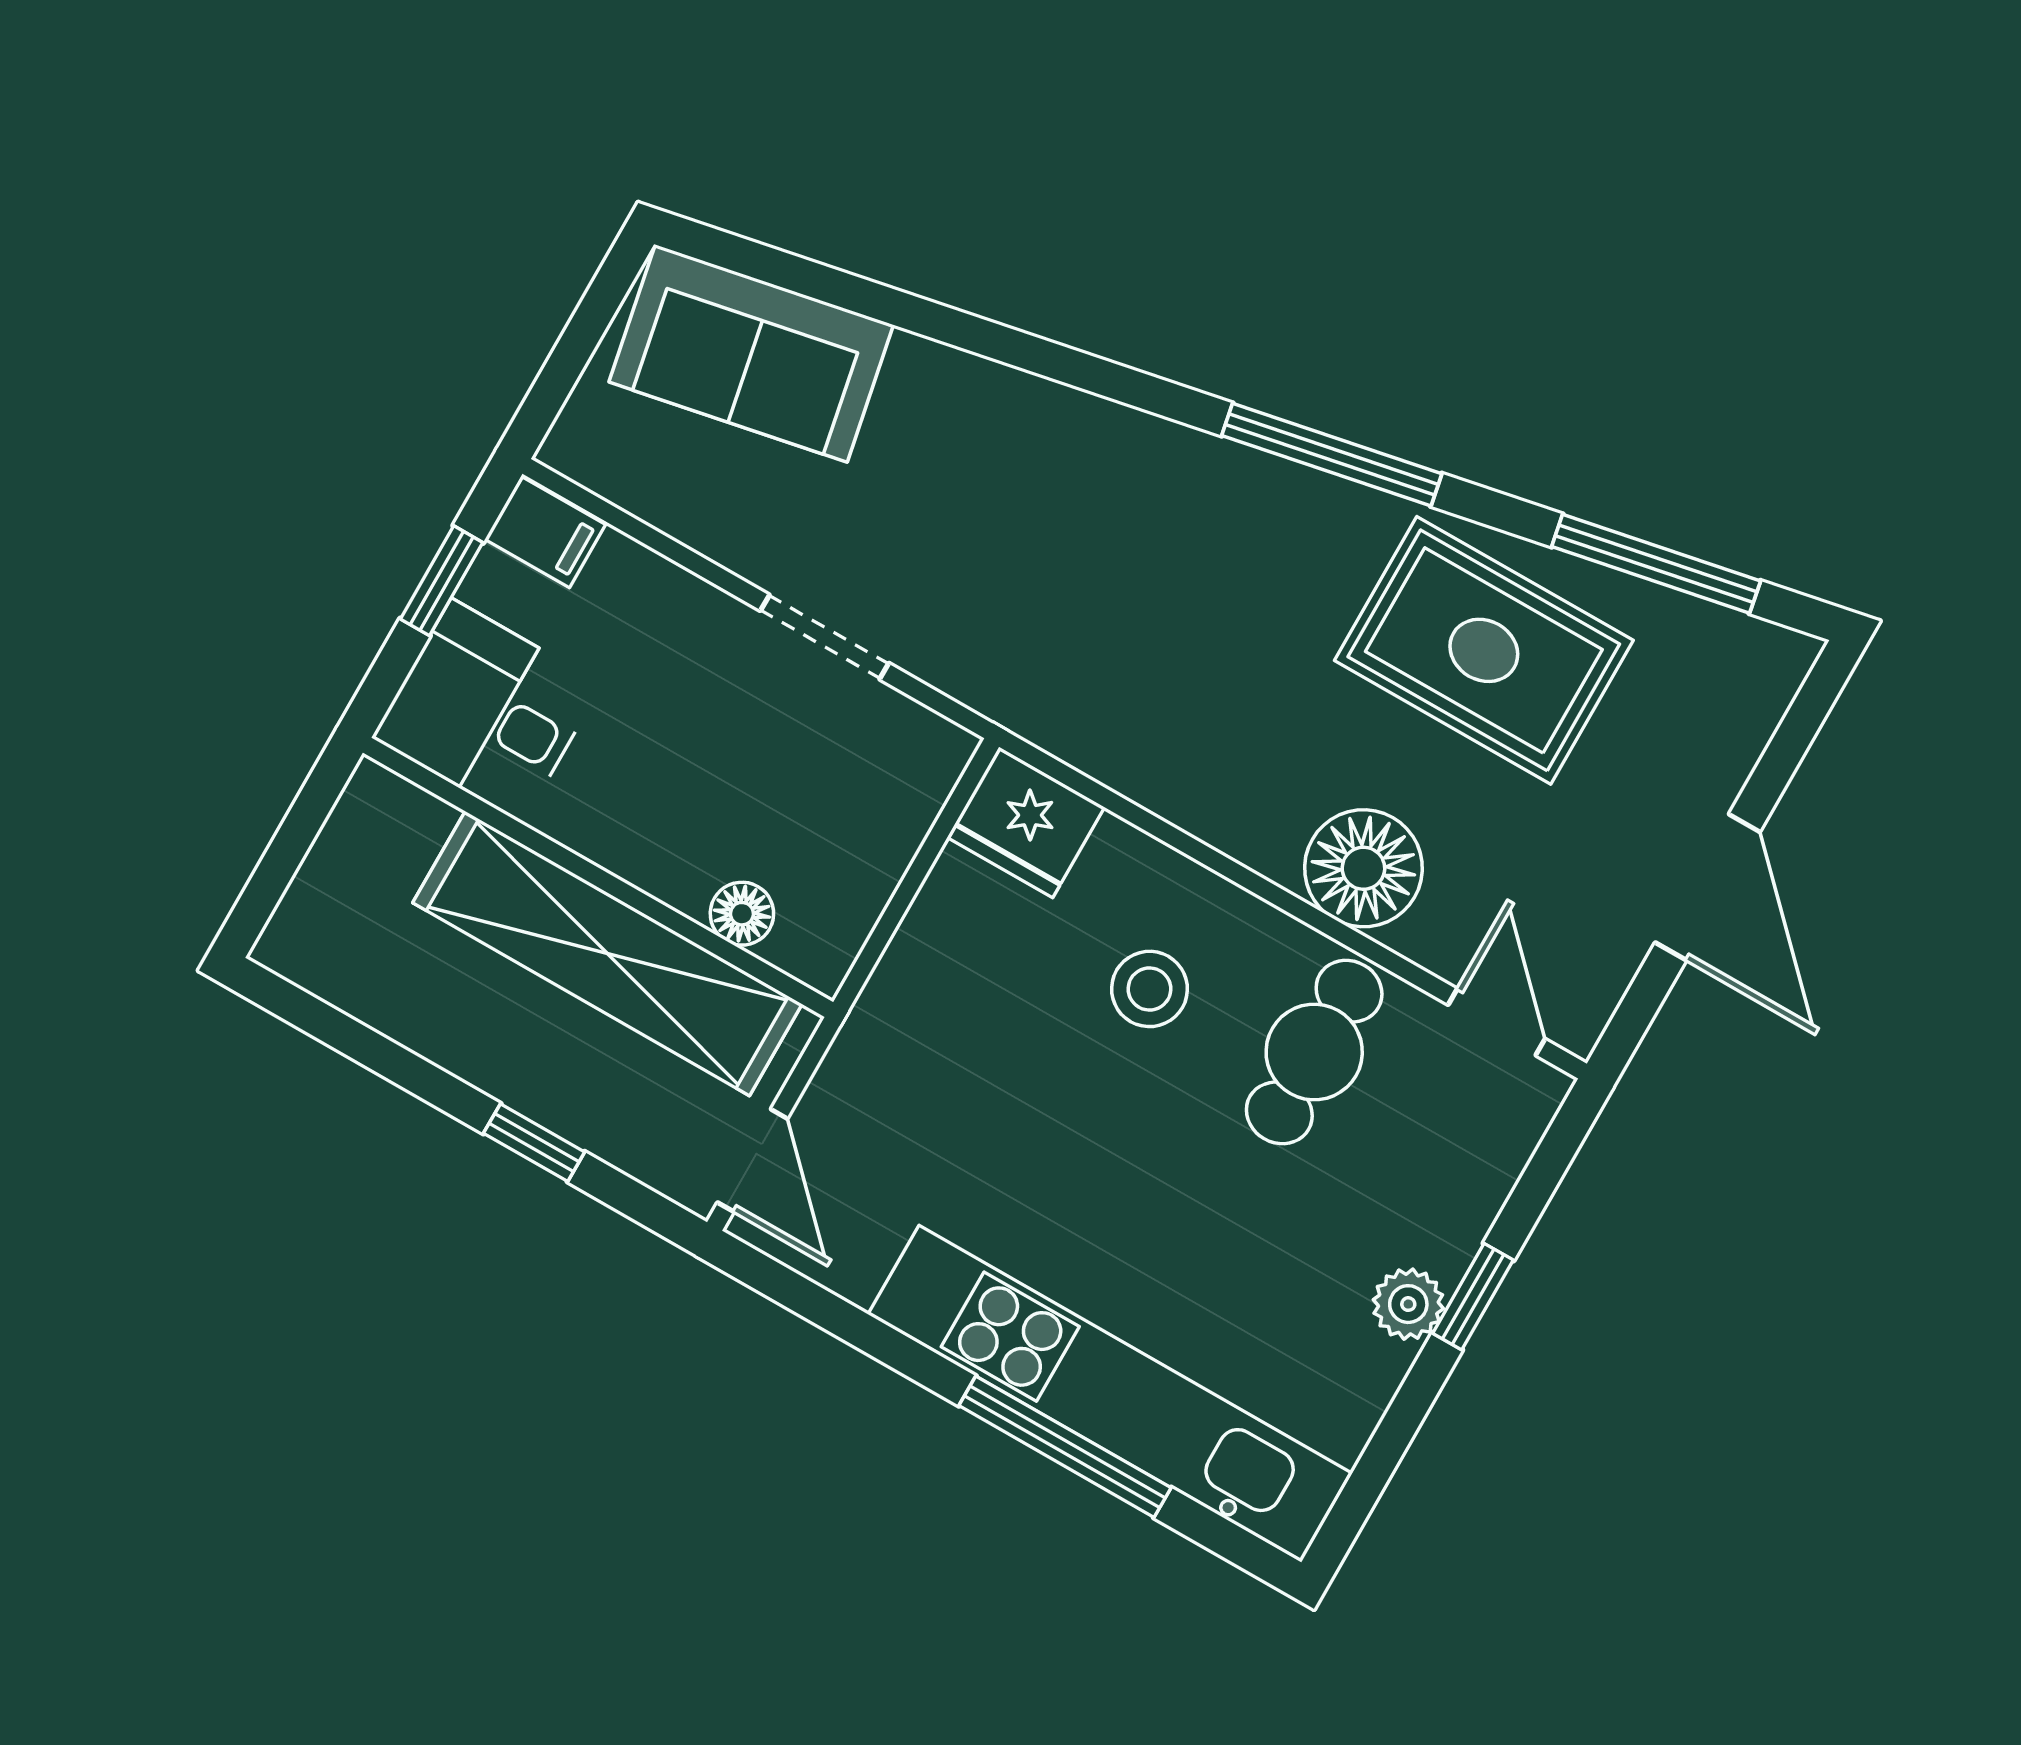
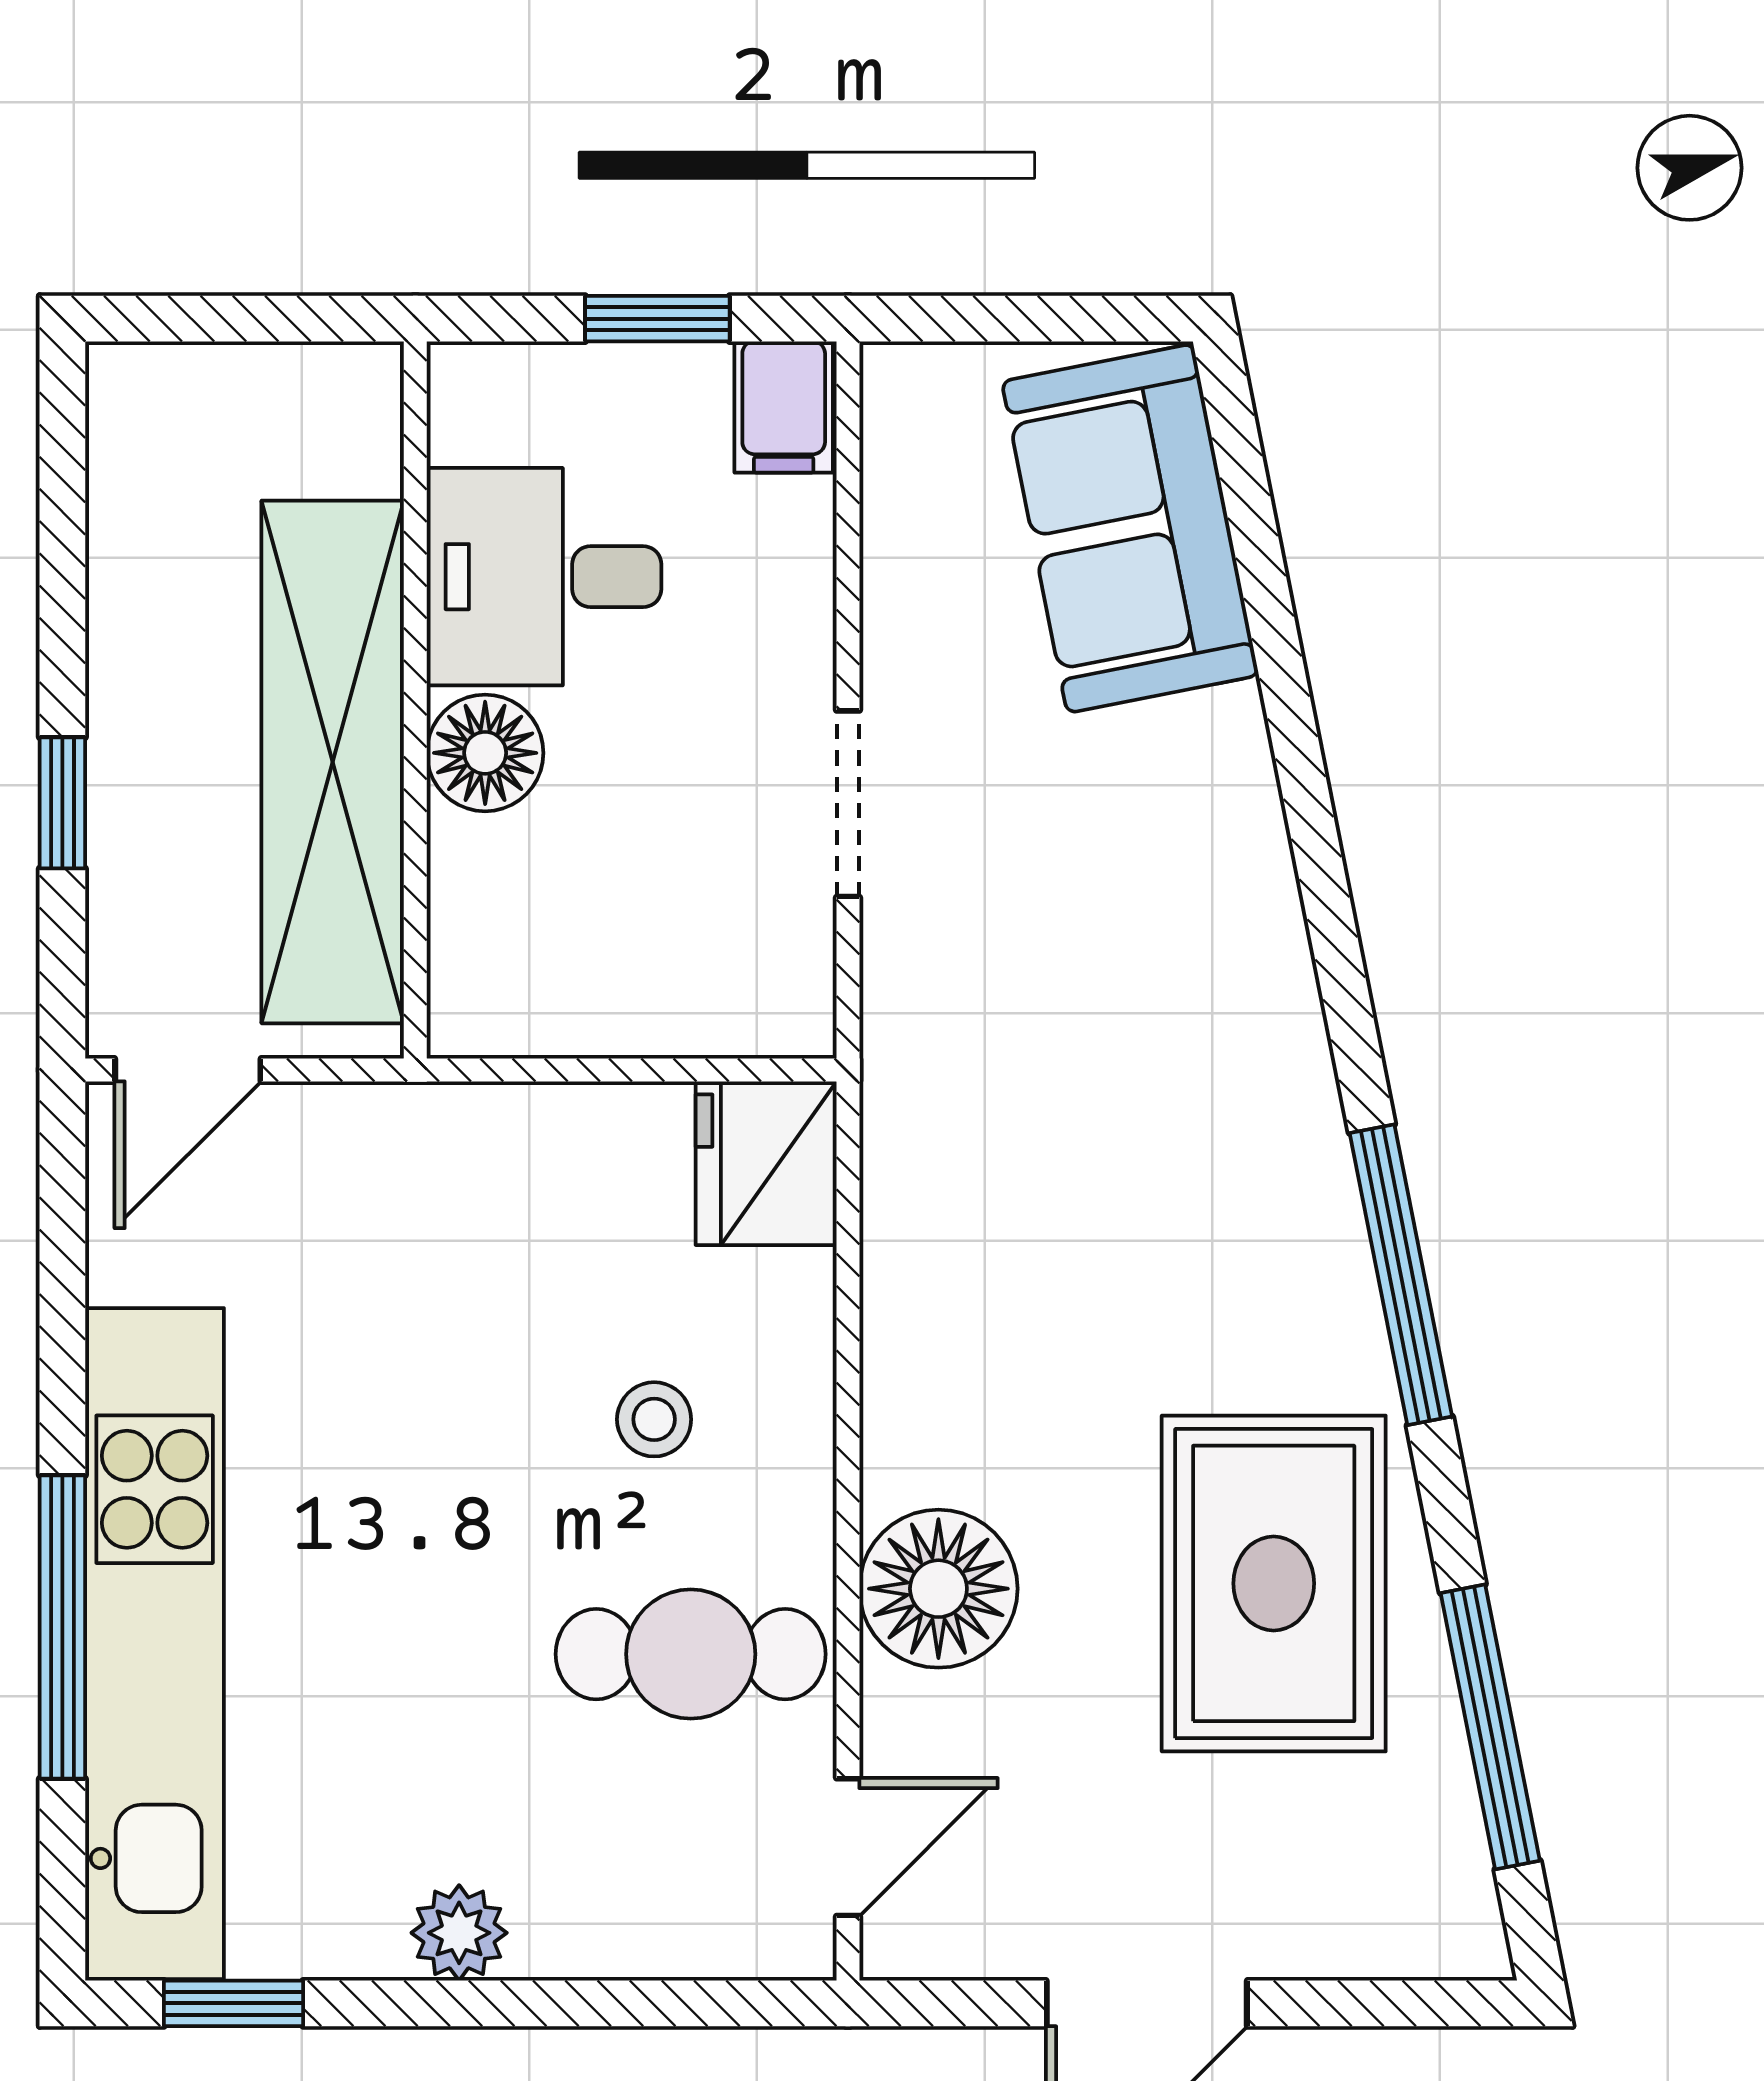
desk: (487, 711) -> (544, 577), moved, turned -90
floor lamp: (742, 914) -> (485, 753), moved, width x1.37, depth x1.37
stool: (1149, 989) -> (654, 1419), width x0.73, depth x0.73
window: (1473, 1297) -> (234, 2003), moved

